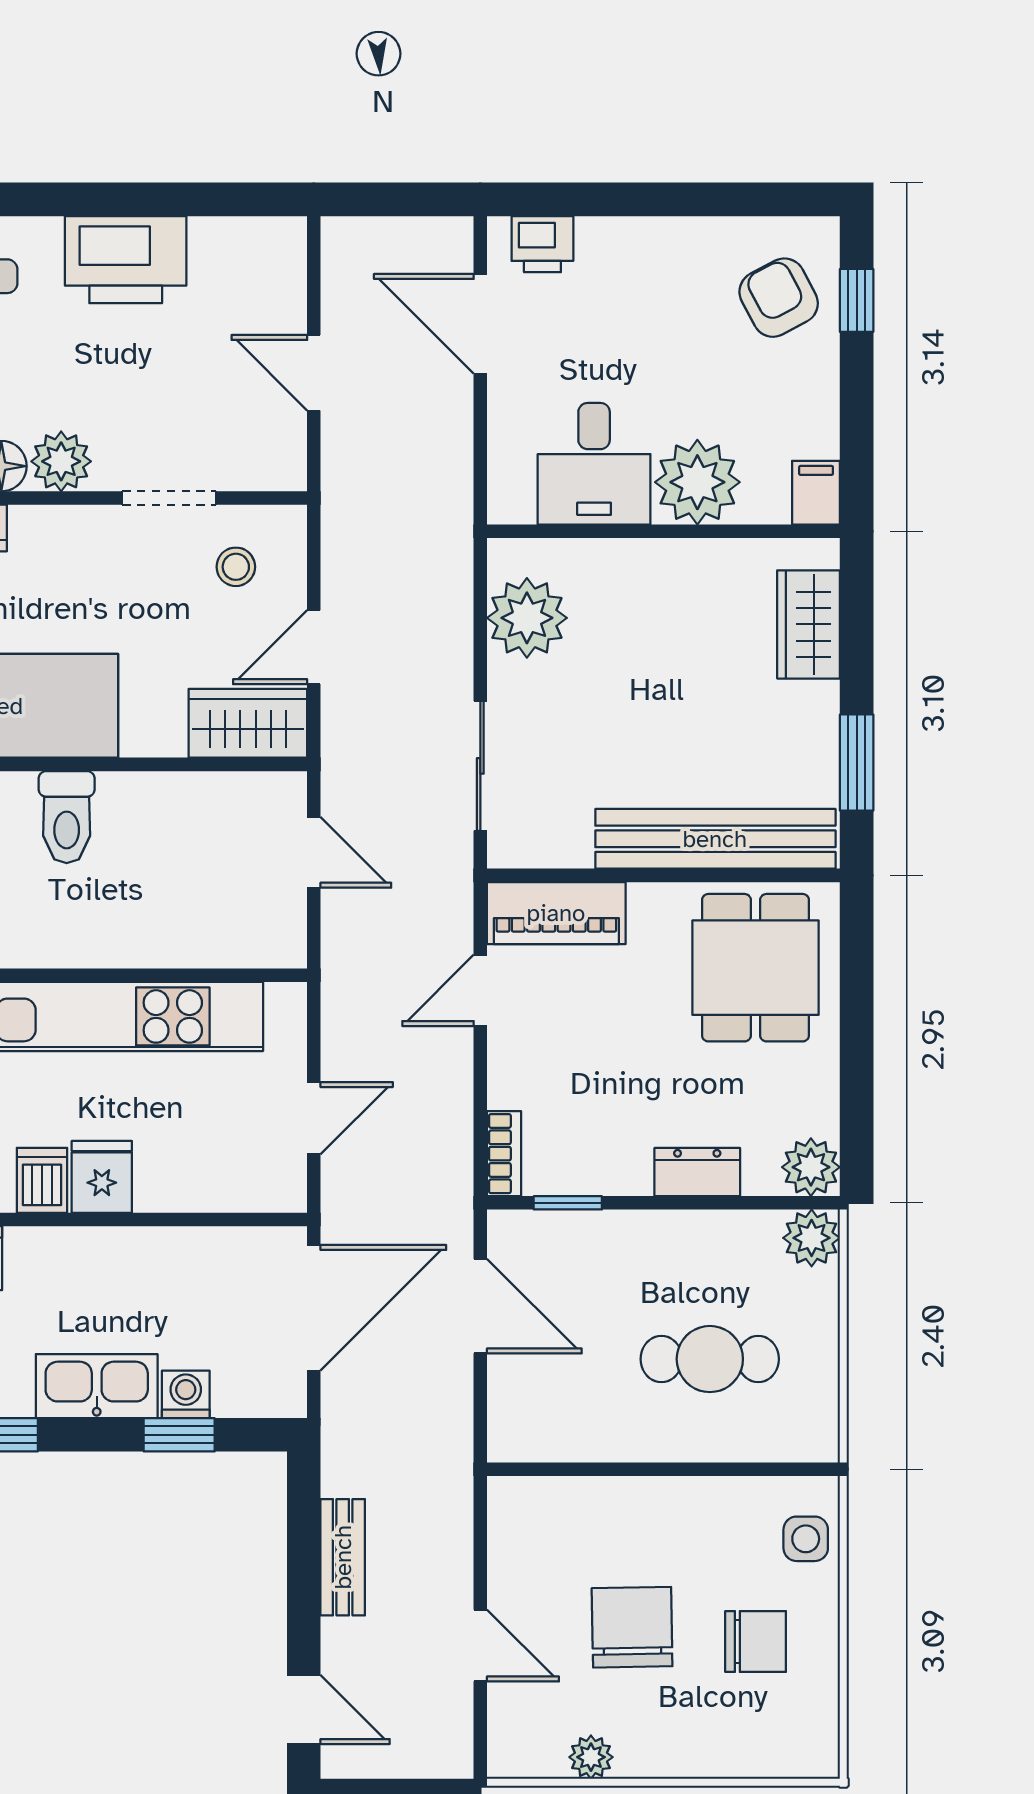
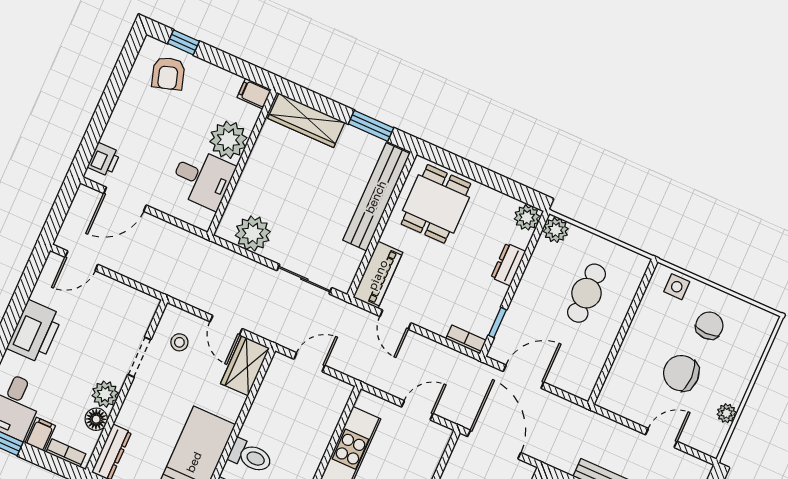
armchair: (779, 298) -> (168, 73), turned -79
door: (314, 373) -> (81, 261), moved
wardrobe: (809, 624) -> (306, 120), width x1.50
dining table: (756, 968) -> (436, 204), turned 90
door: (314, 1118) -> (417, 410), hinge flipped

